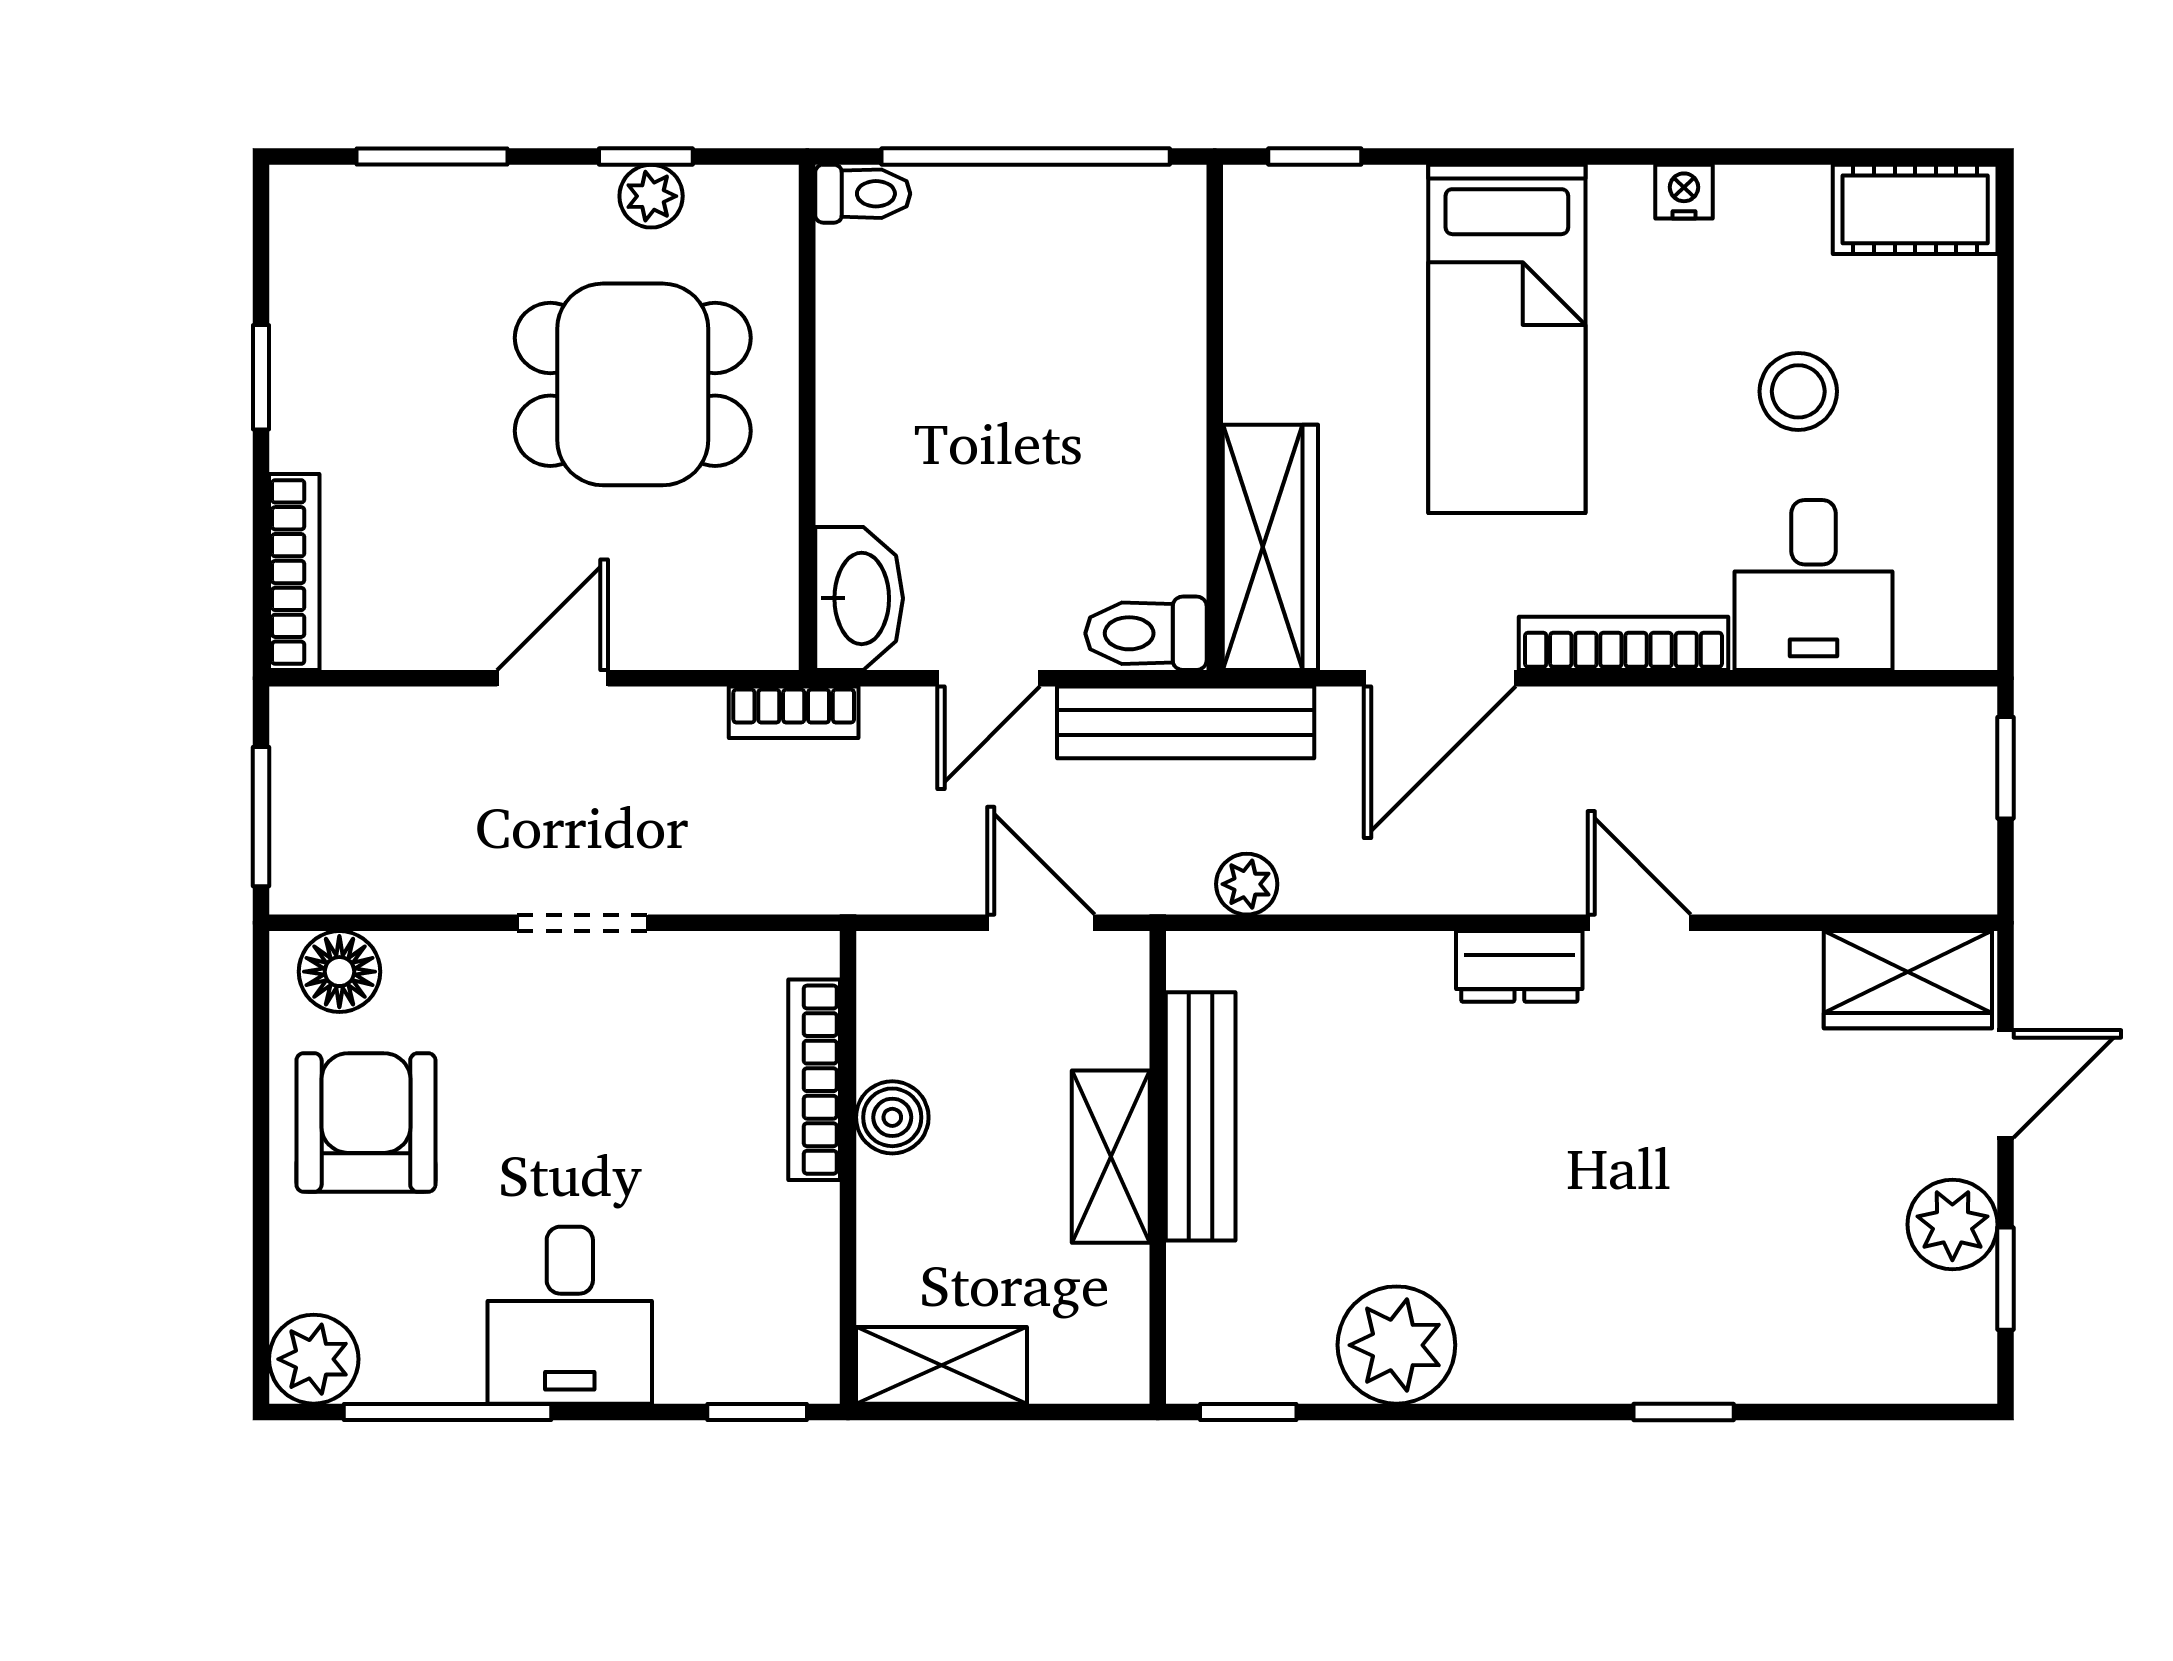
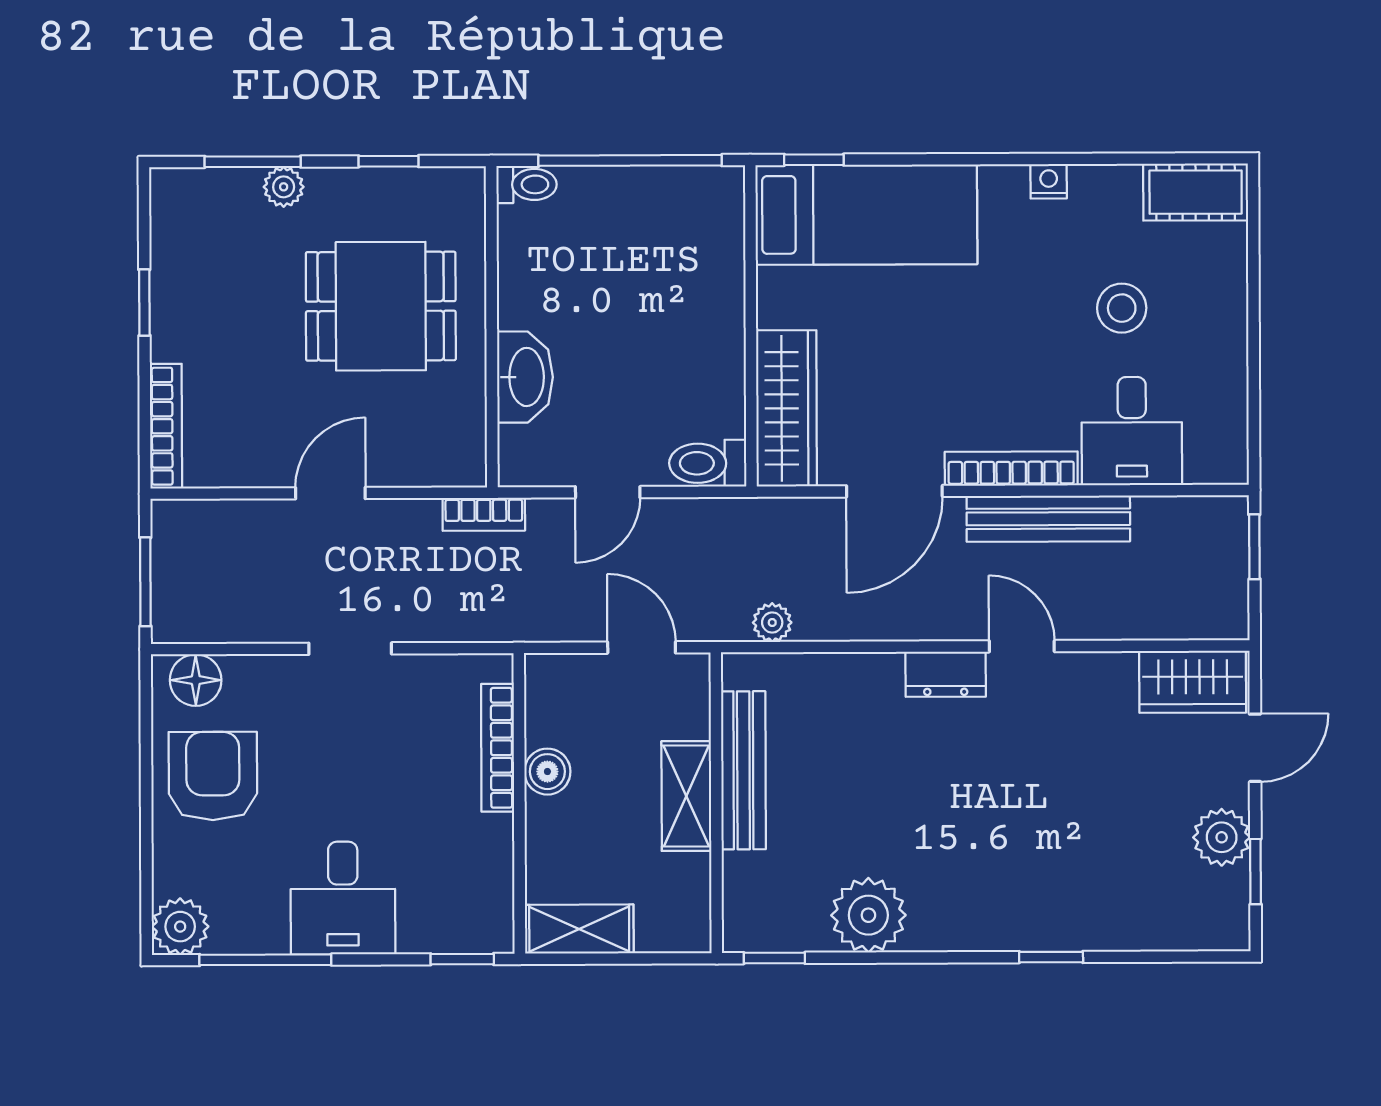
plant: (651, 196) -> (284, 187), moved
bed: (1507, 339) -> (866, 215), moved, turned -90
washbasin: (859, 598) -> (525, 377), moved
bench: (1186, 722) -> (1048, 519), moved

